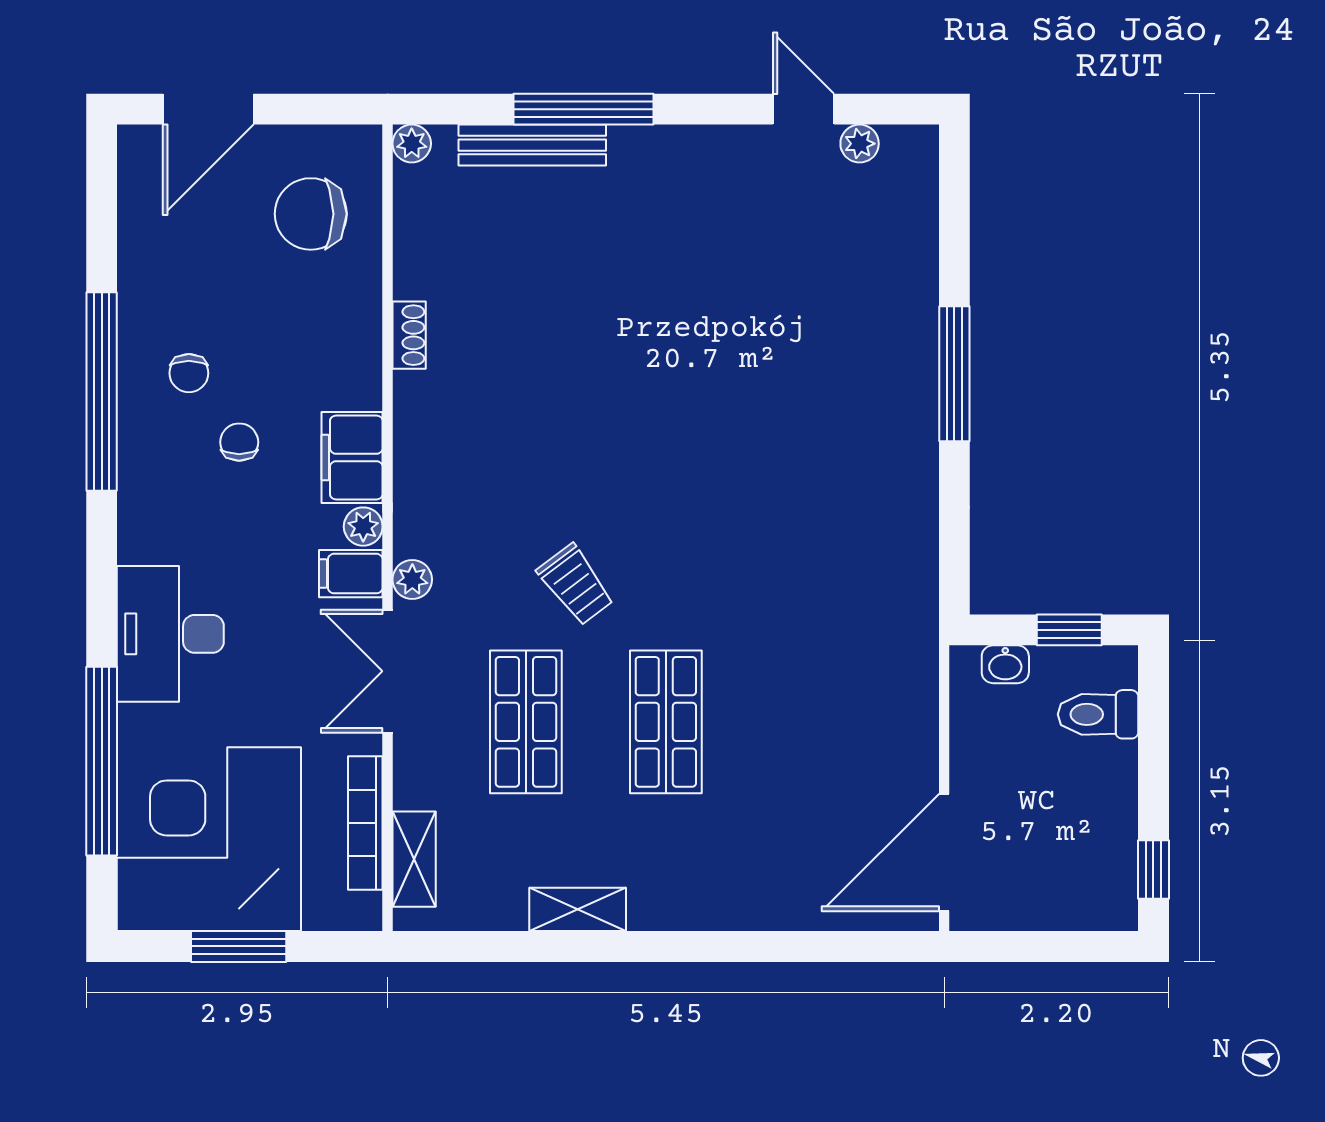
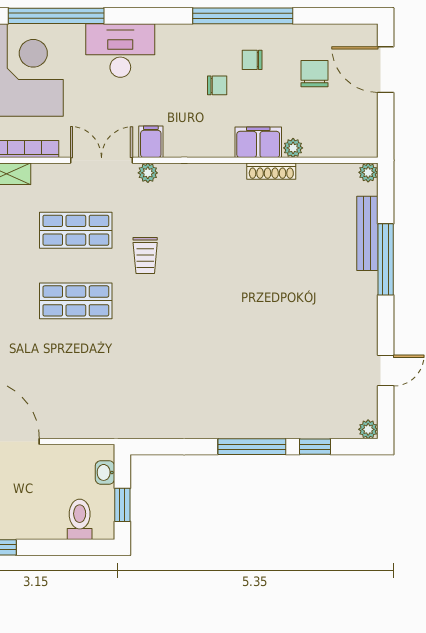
plant: (860, 144) -> (368, 429), moved
chair: (311, 214) -> (314, 74), moved, width x0.73, depth x0.73
window: (954, 249) -> (315, 447), added
shoe rack: (409, 335) -> (271, 171), width x1.43
filing cabinet: (352, 457) -> (258, 142), moved
plant: (363, 527) -> (293, 148), moved
trolley: (576, 585) -> (145, 255), turned -53

